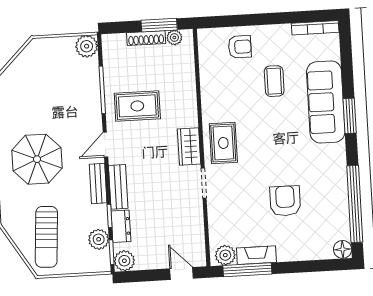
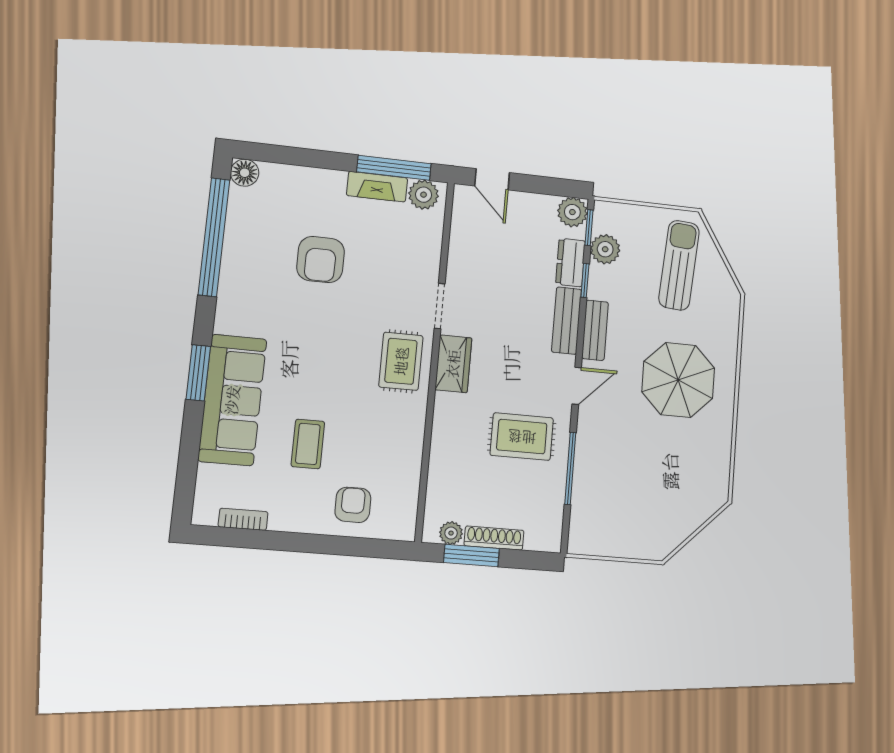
bookcase: (315, 28) -> (243, 519), width x0.64
plant: (87, 46) -> (585, 538), removed
armchair: (240, 47) -> (353, 505), turned 90

